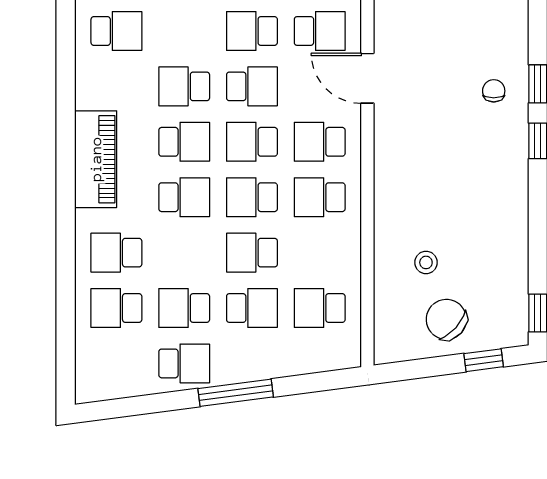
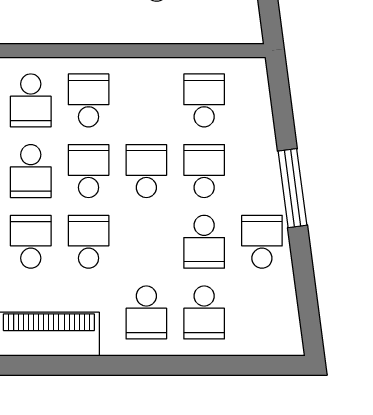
school desk: (252, 197) -> (89, 171), turned 180
school desk: (320, 197) -> (89, 100), turned 180
school desk: (252, 253) -> (146, 171), turned 180
school desk: (320, 308) -> (204, 100), turned 180

